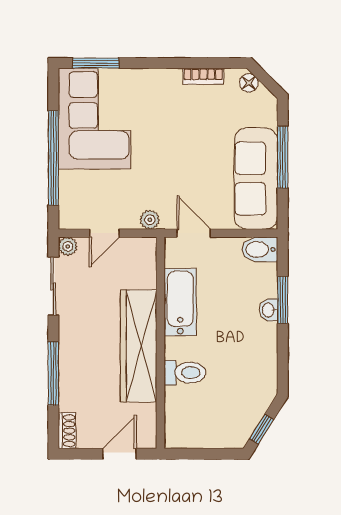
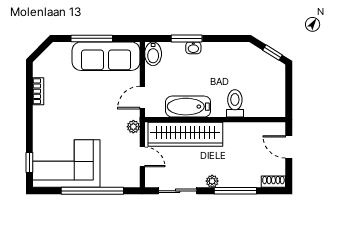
window: (96, 63) -> (29, 162), width x0.67
floor lamp: (249, 83) -> (42, 61), removed
plant: (68, 246) -> (212, 181), moved
wardrobe: (139, 346) -> (185, 134), moved

